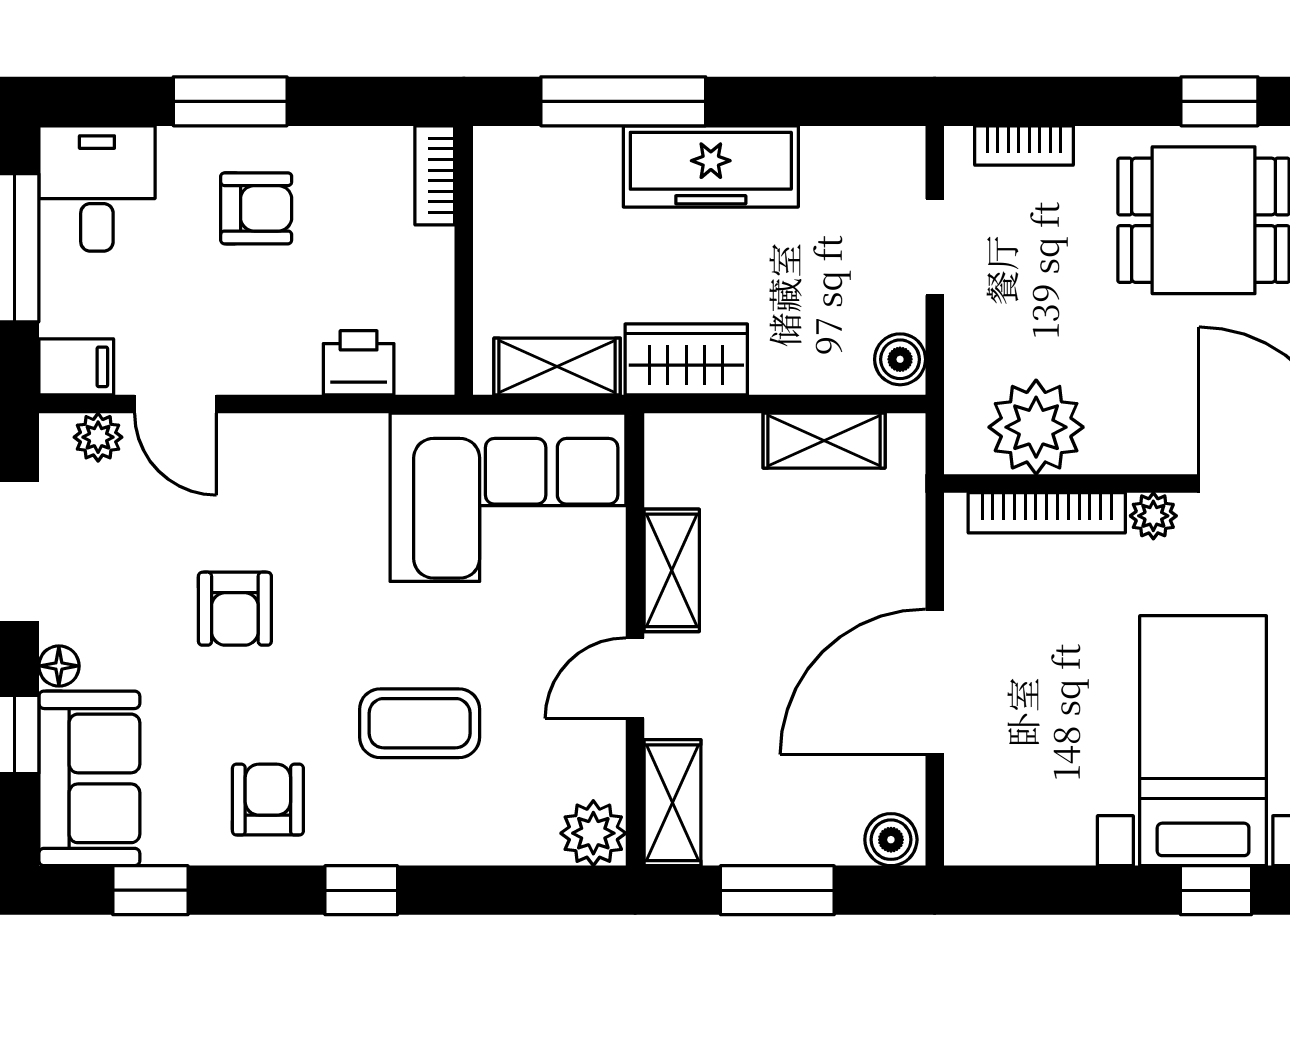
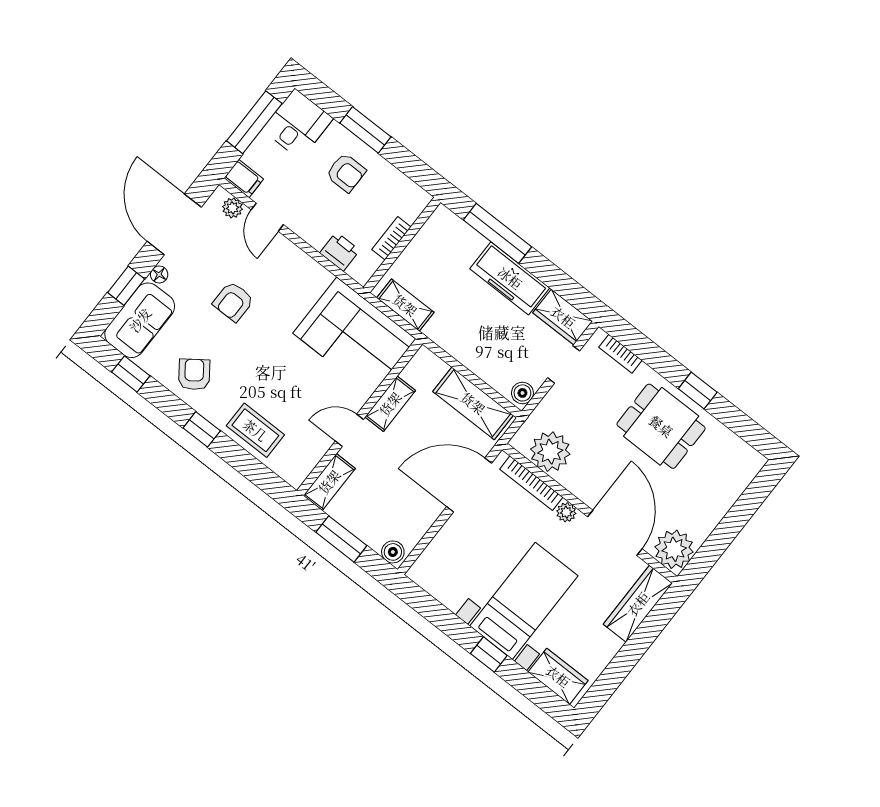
bookcase: (435, 175) -> (391, 238), moved
wardrobe: (686, 359) -> (563, 317), moved, turned 180
shelving: (824, 441) -> (473, 403), width x1.50, depth x1.33
door: (935, 682) -> (469, 485), moved
coffee table: (420, 723) -> (255, 430), moved
armchair: (268, 800) -> (194, 374), turned -36
plant: (593, 833) -> (295, 471), removed

